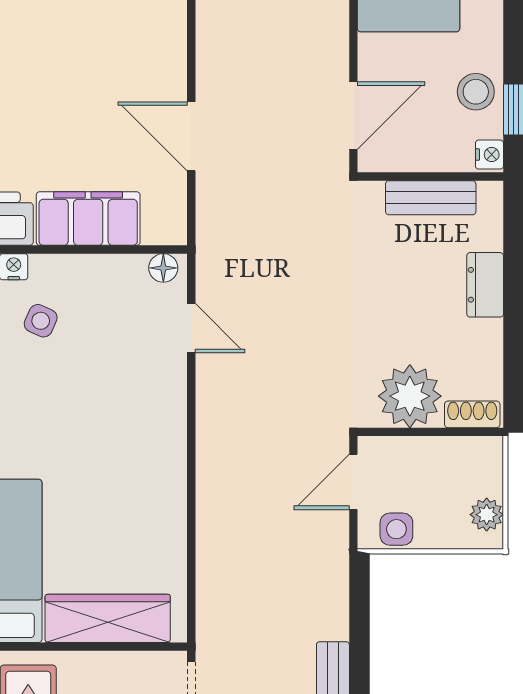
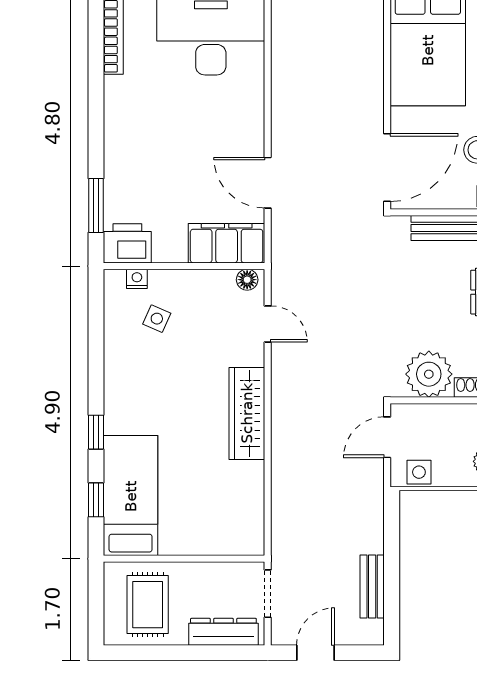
door: (353, 116) -> (387, 167), width x1.36
filing cabinet: (88, 219) -> (227, 243), moved
wardrobe: (108, 618) -> (247, 413), moved, turned -90

